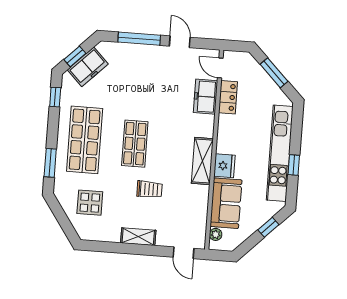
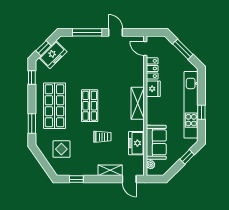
freezer: (205, 97) -> (136, 143), moved
shelving: (202, 161) -> (138, 103), moved
fridge: (224, 166) -> (153, 89), moved
shelving: (138, 237) -> (110, 170), moved
window: (108, 247) -> (76, 179), added

